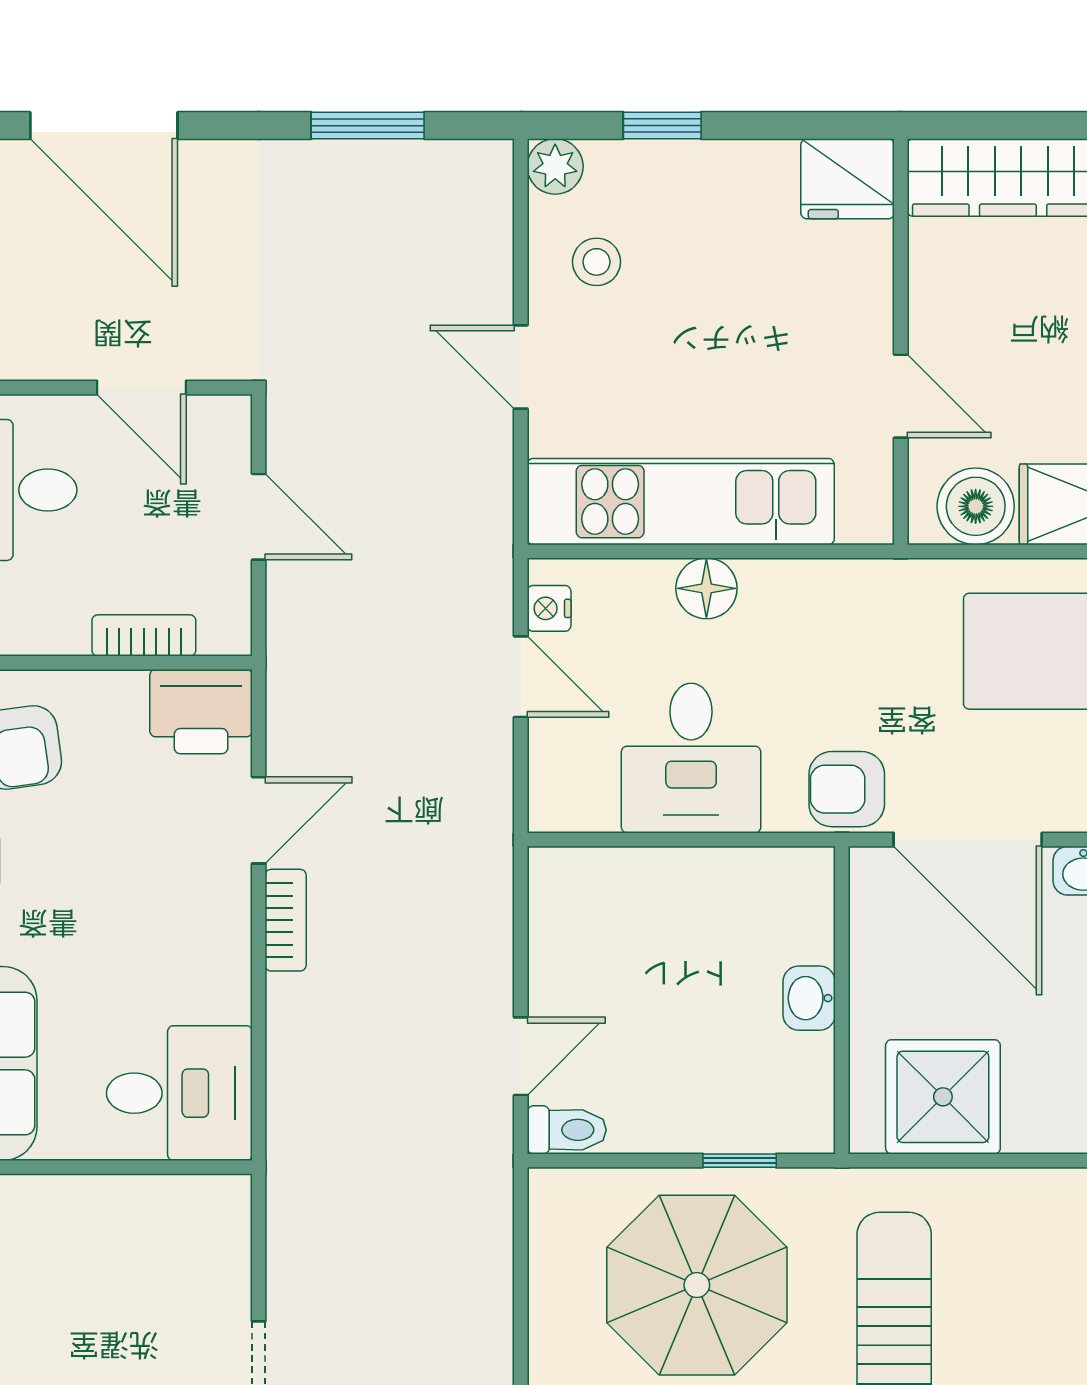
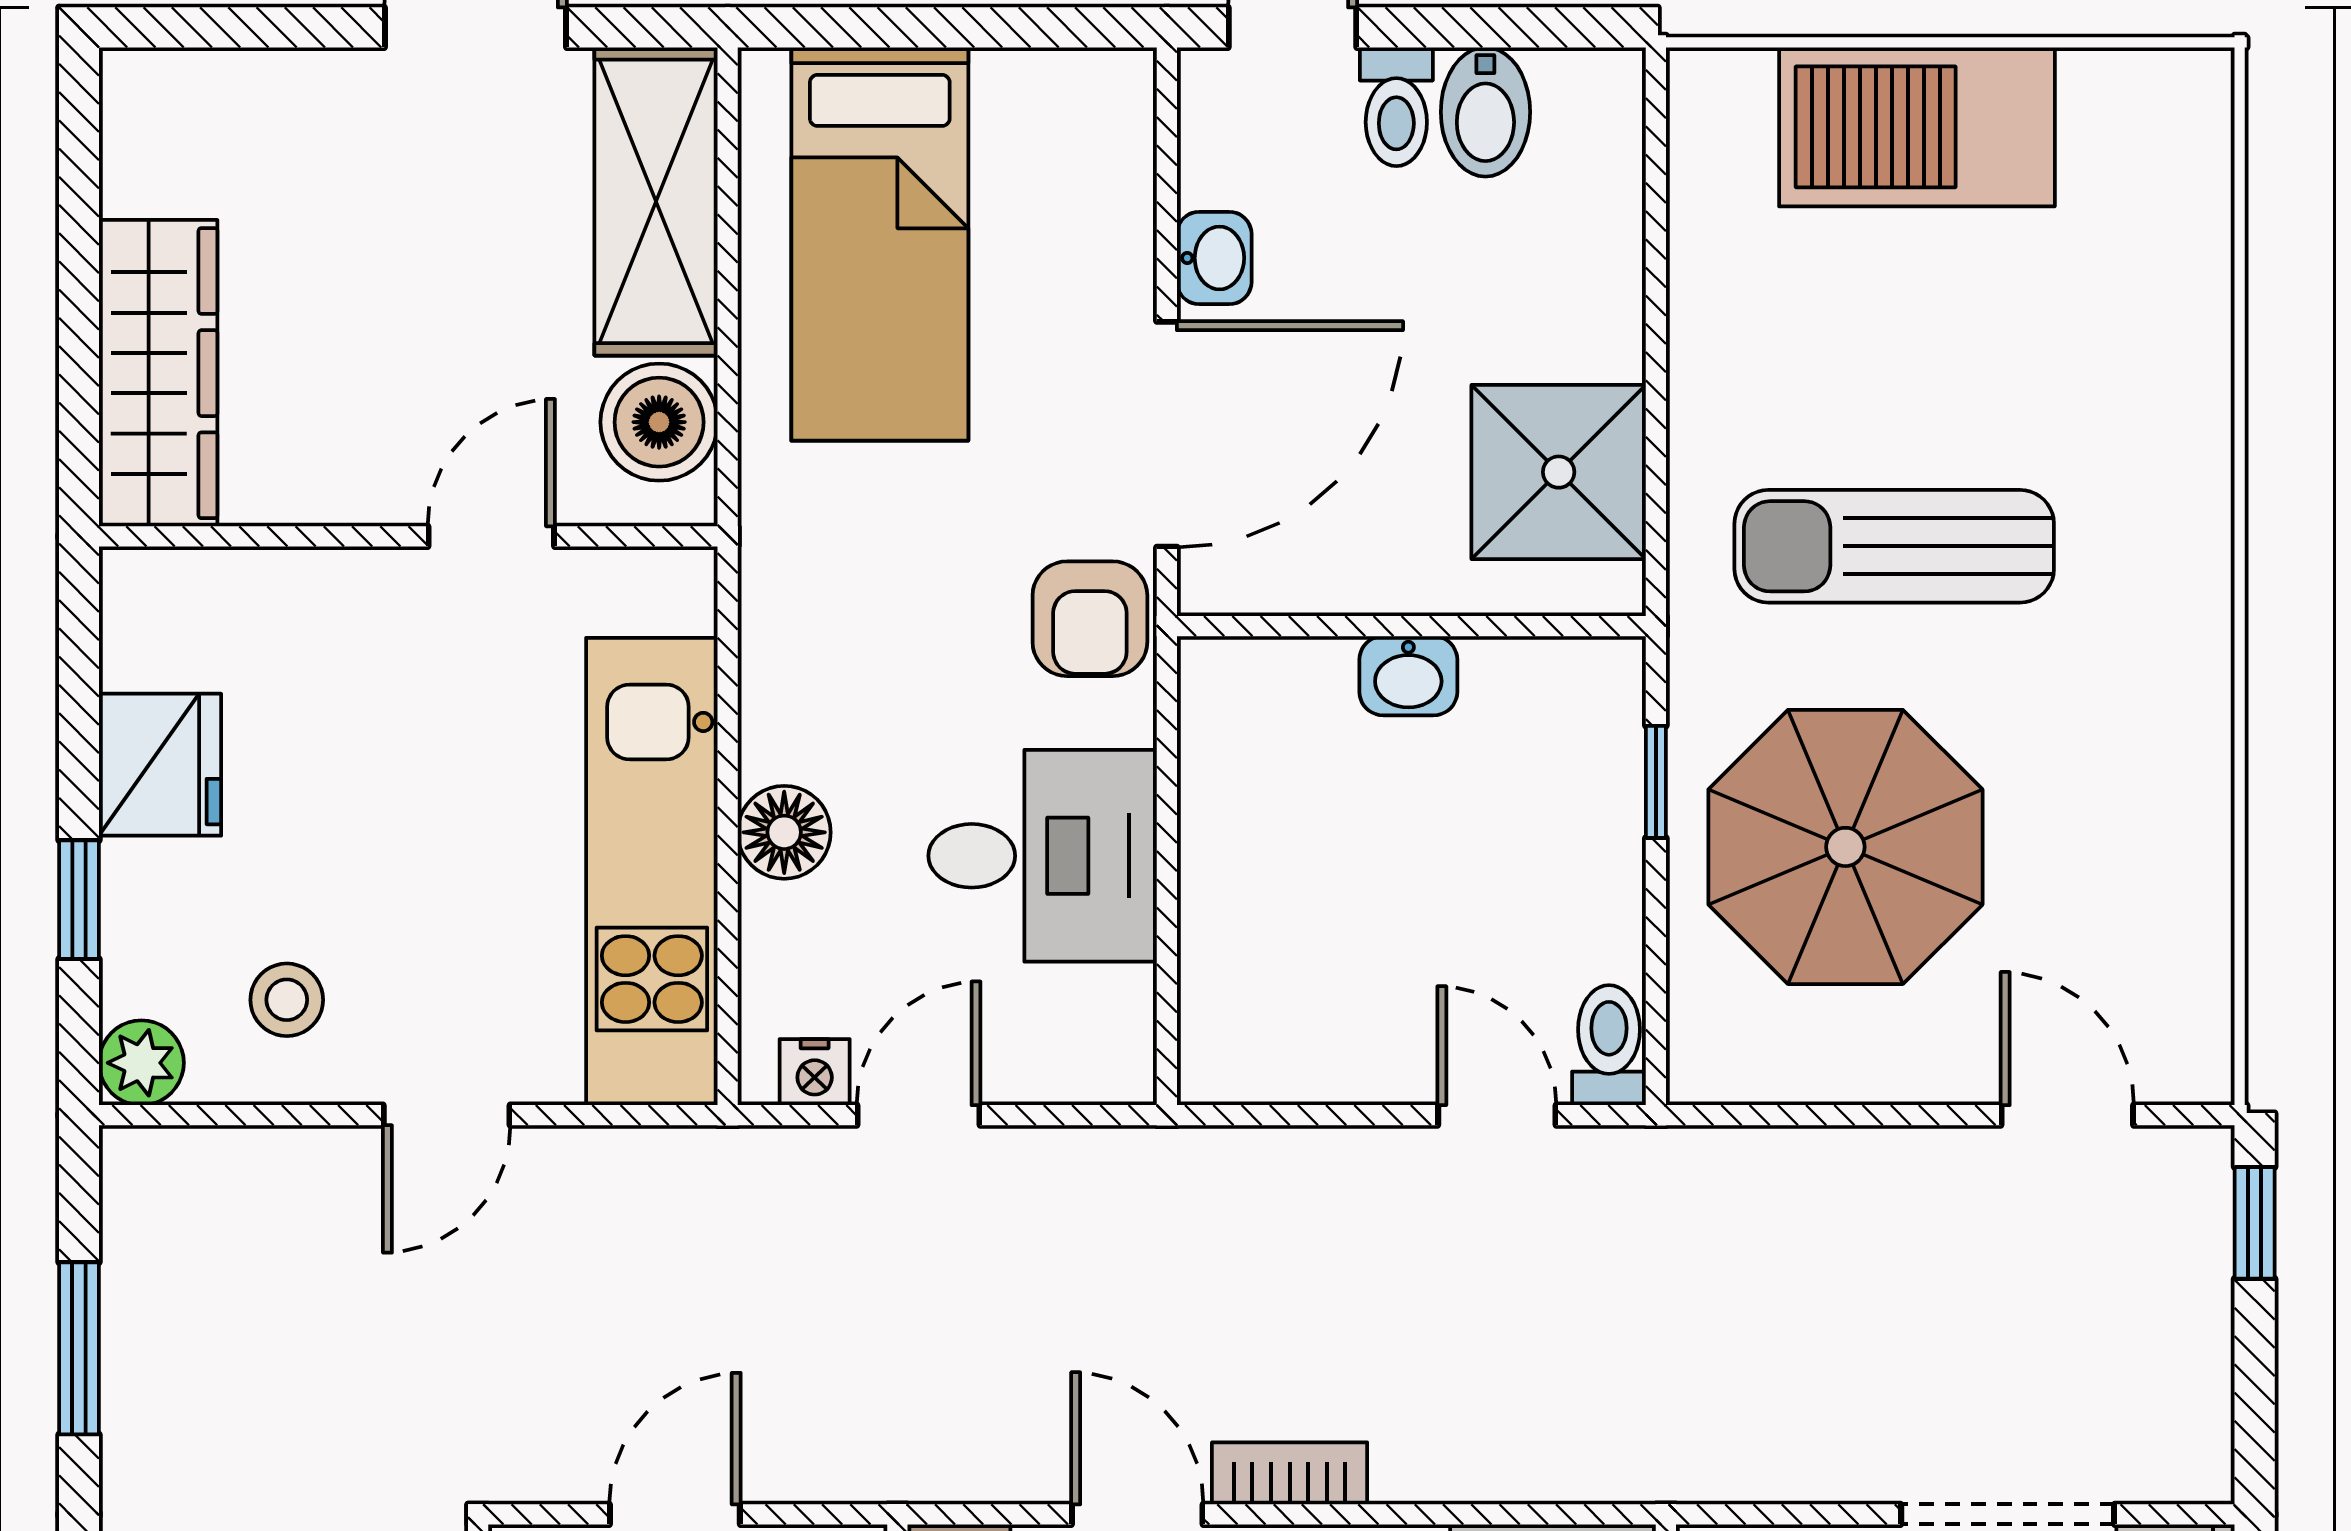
fridge: (848, 179) -> (160, 765), moved

